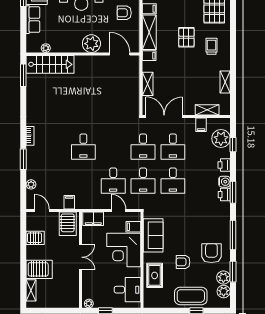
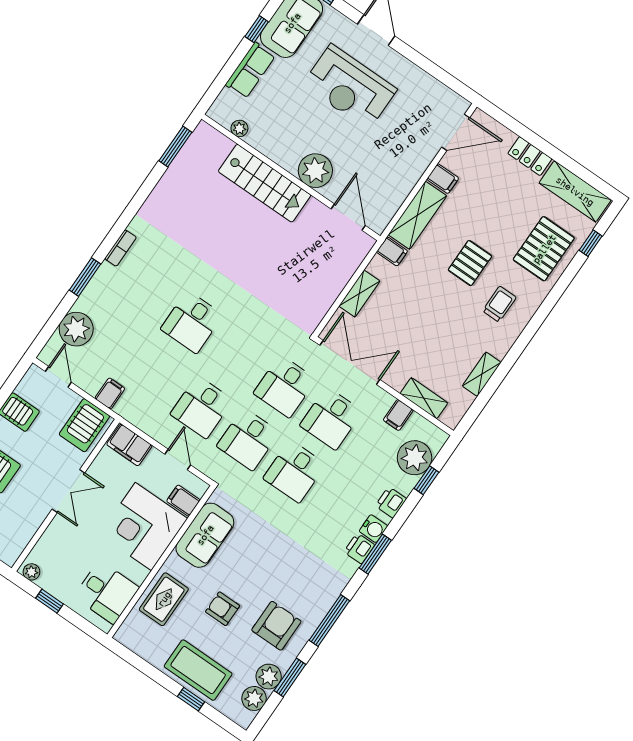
armchair: (124, 13) -> (399, 158), removed
stairs: (50, 64) -> (265, 183), moved
plant: (31, 184) -> (76, 329), width x1.88, depth x1.88

